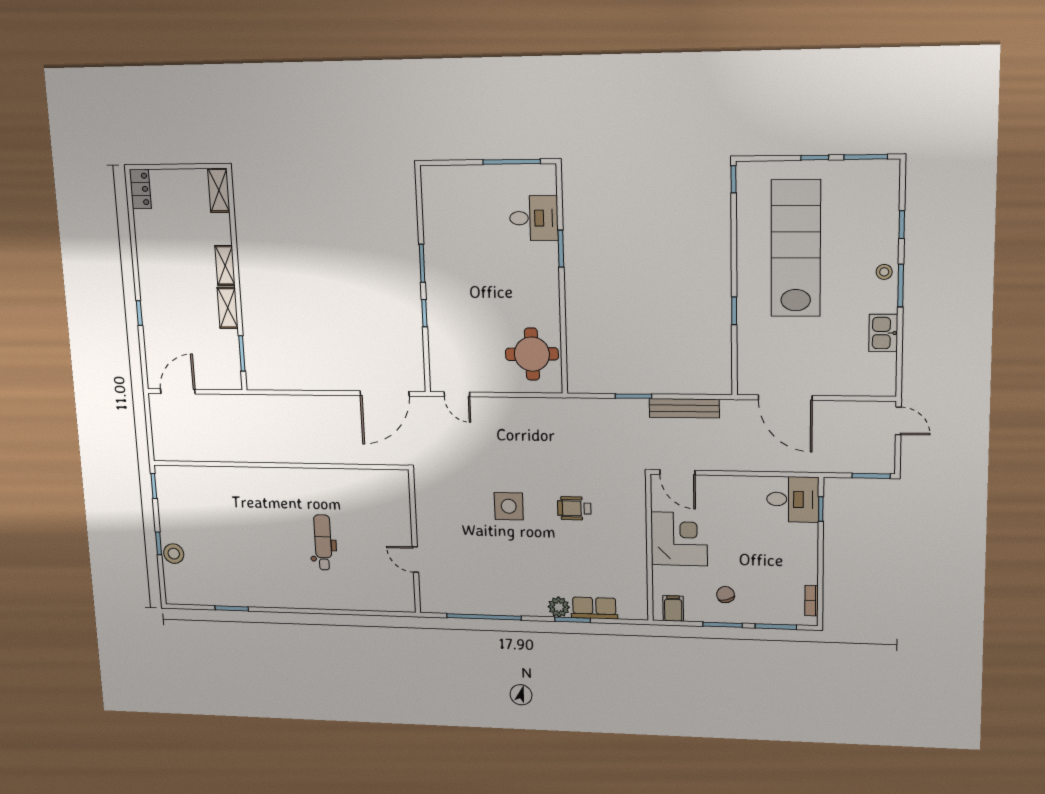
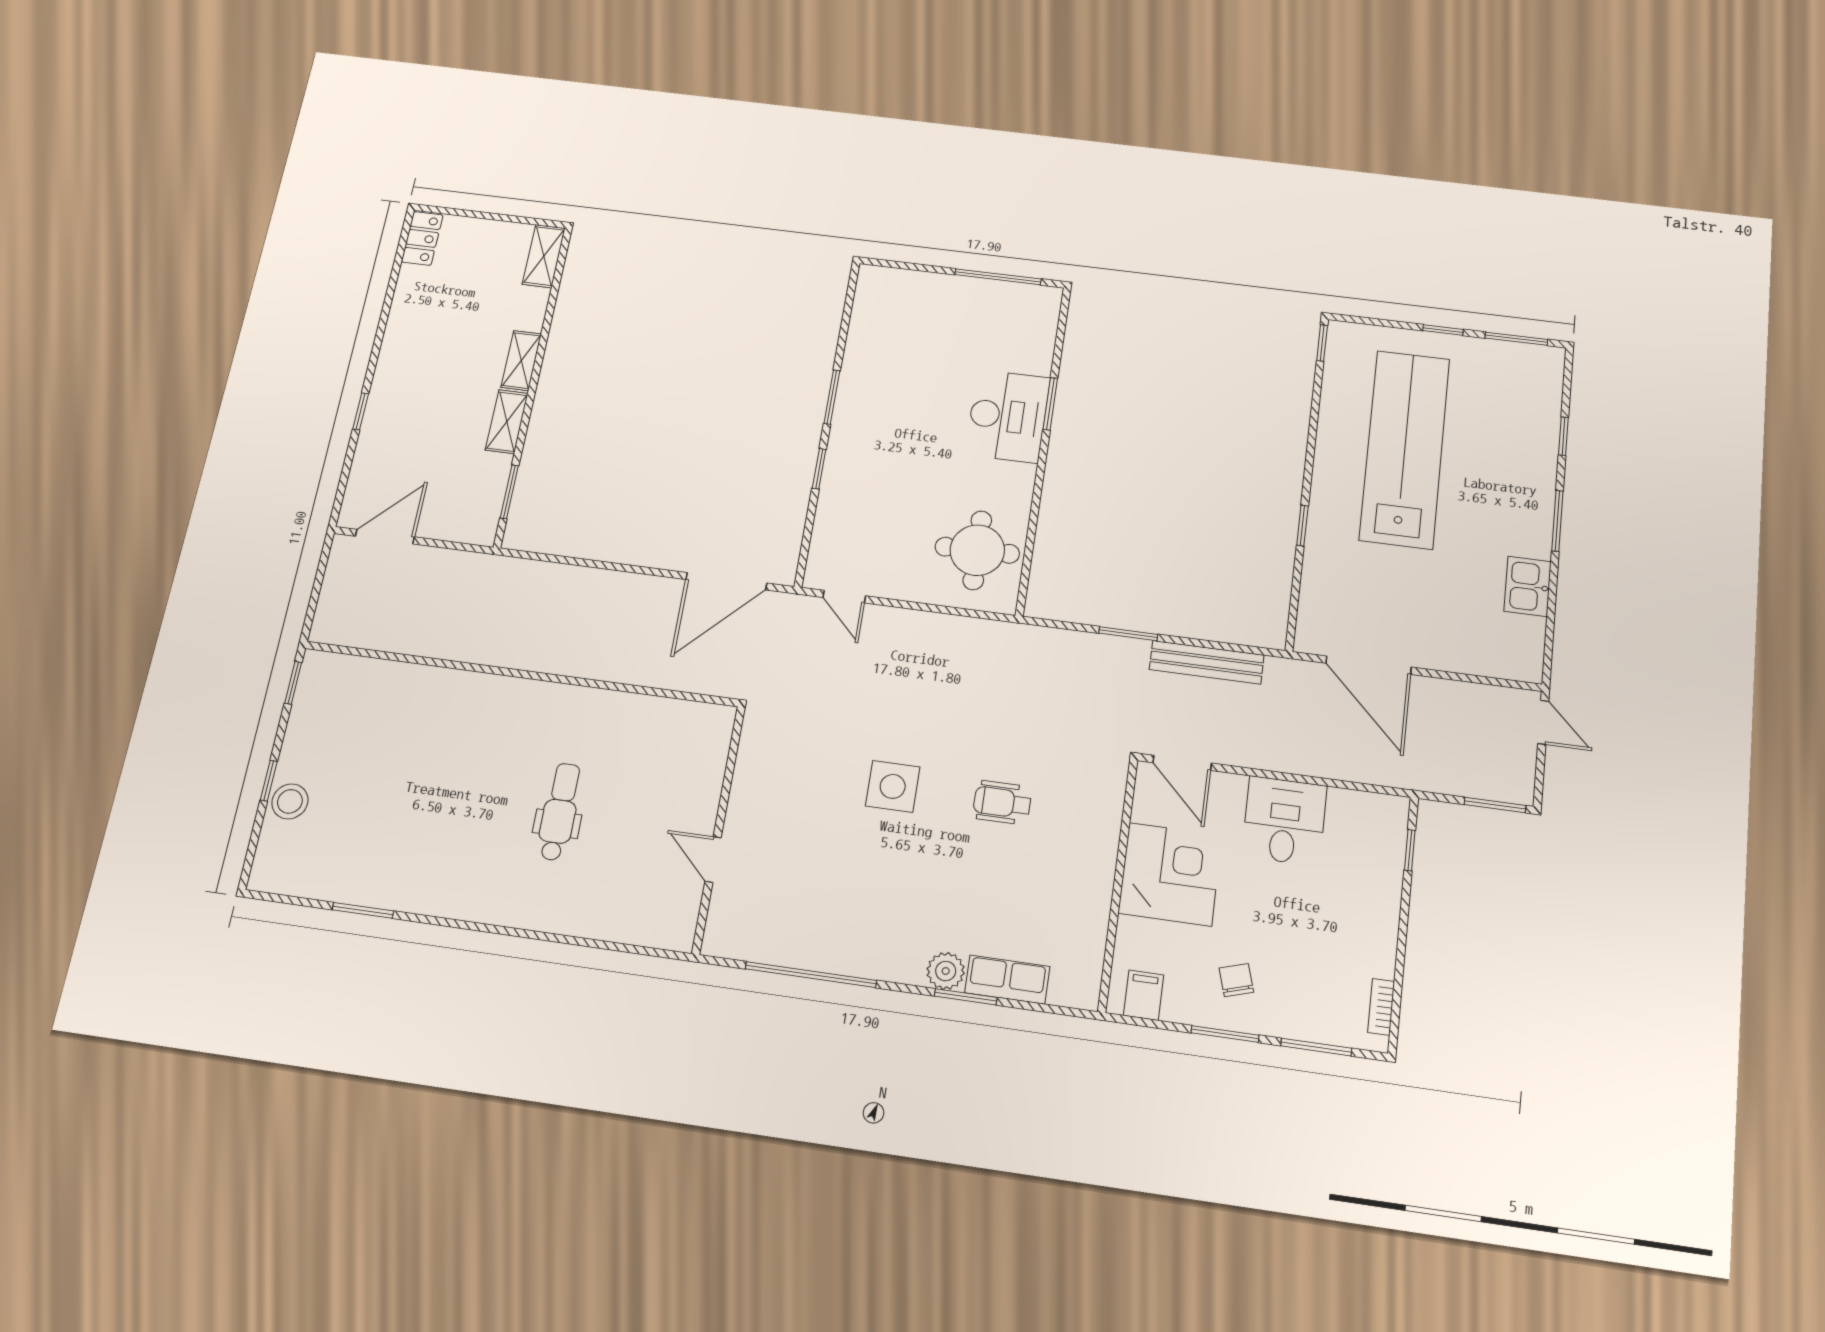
desk: (534, 218) -> (1008, 416), moved, width x1.37
stool: (884, 272) -> (1534, 498), removed
desk: (793, 499) -> (1284, 821), moved, turned -90

